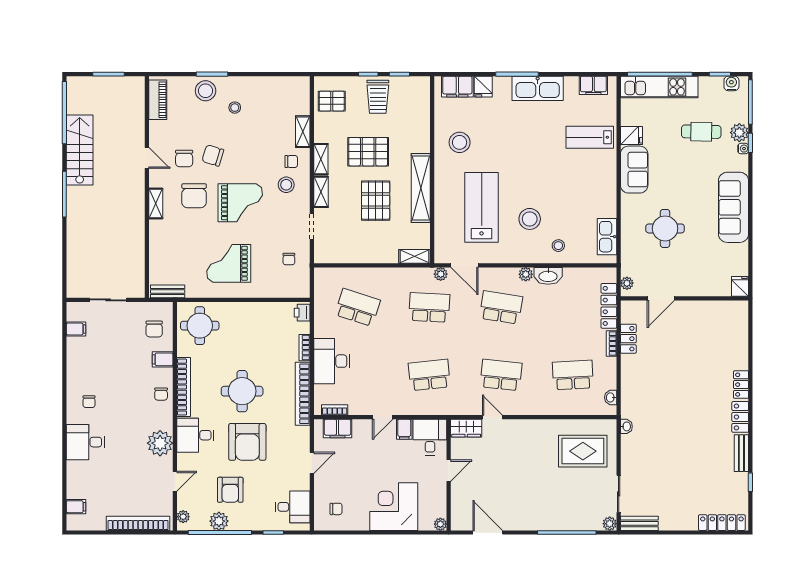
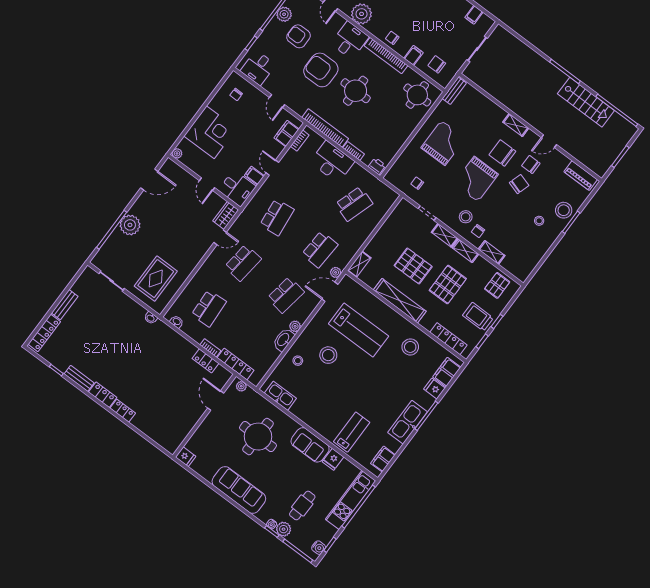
locker: (422, 110) -> (448, 339), added
round table: (665, 228) -> (258, 437), width x1.36, depth x1.36
bench: (639, 523) -> (65, 305), moved
plant: (610, 524) -> (130, 225), moved, width x1.88, depth x1.88

